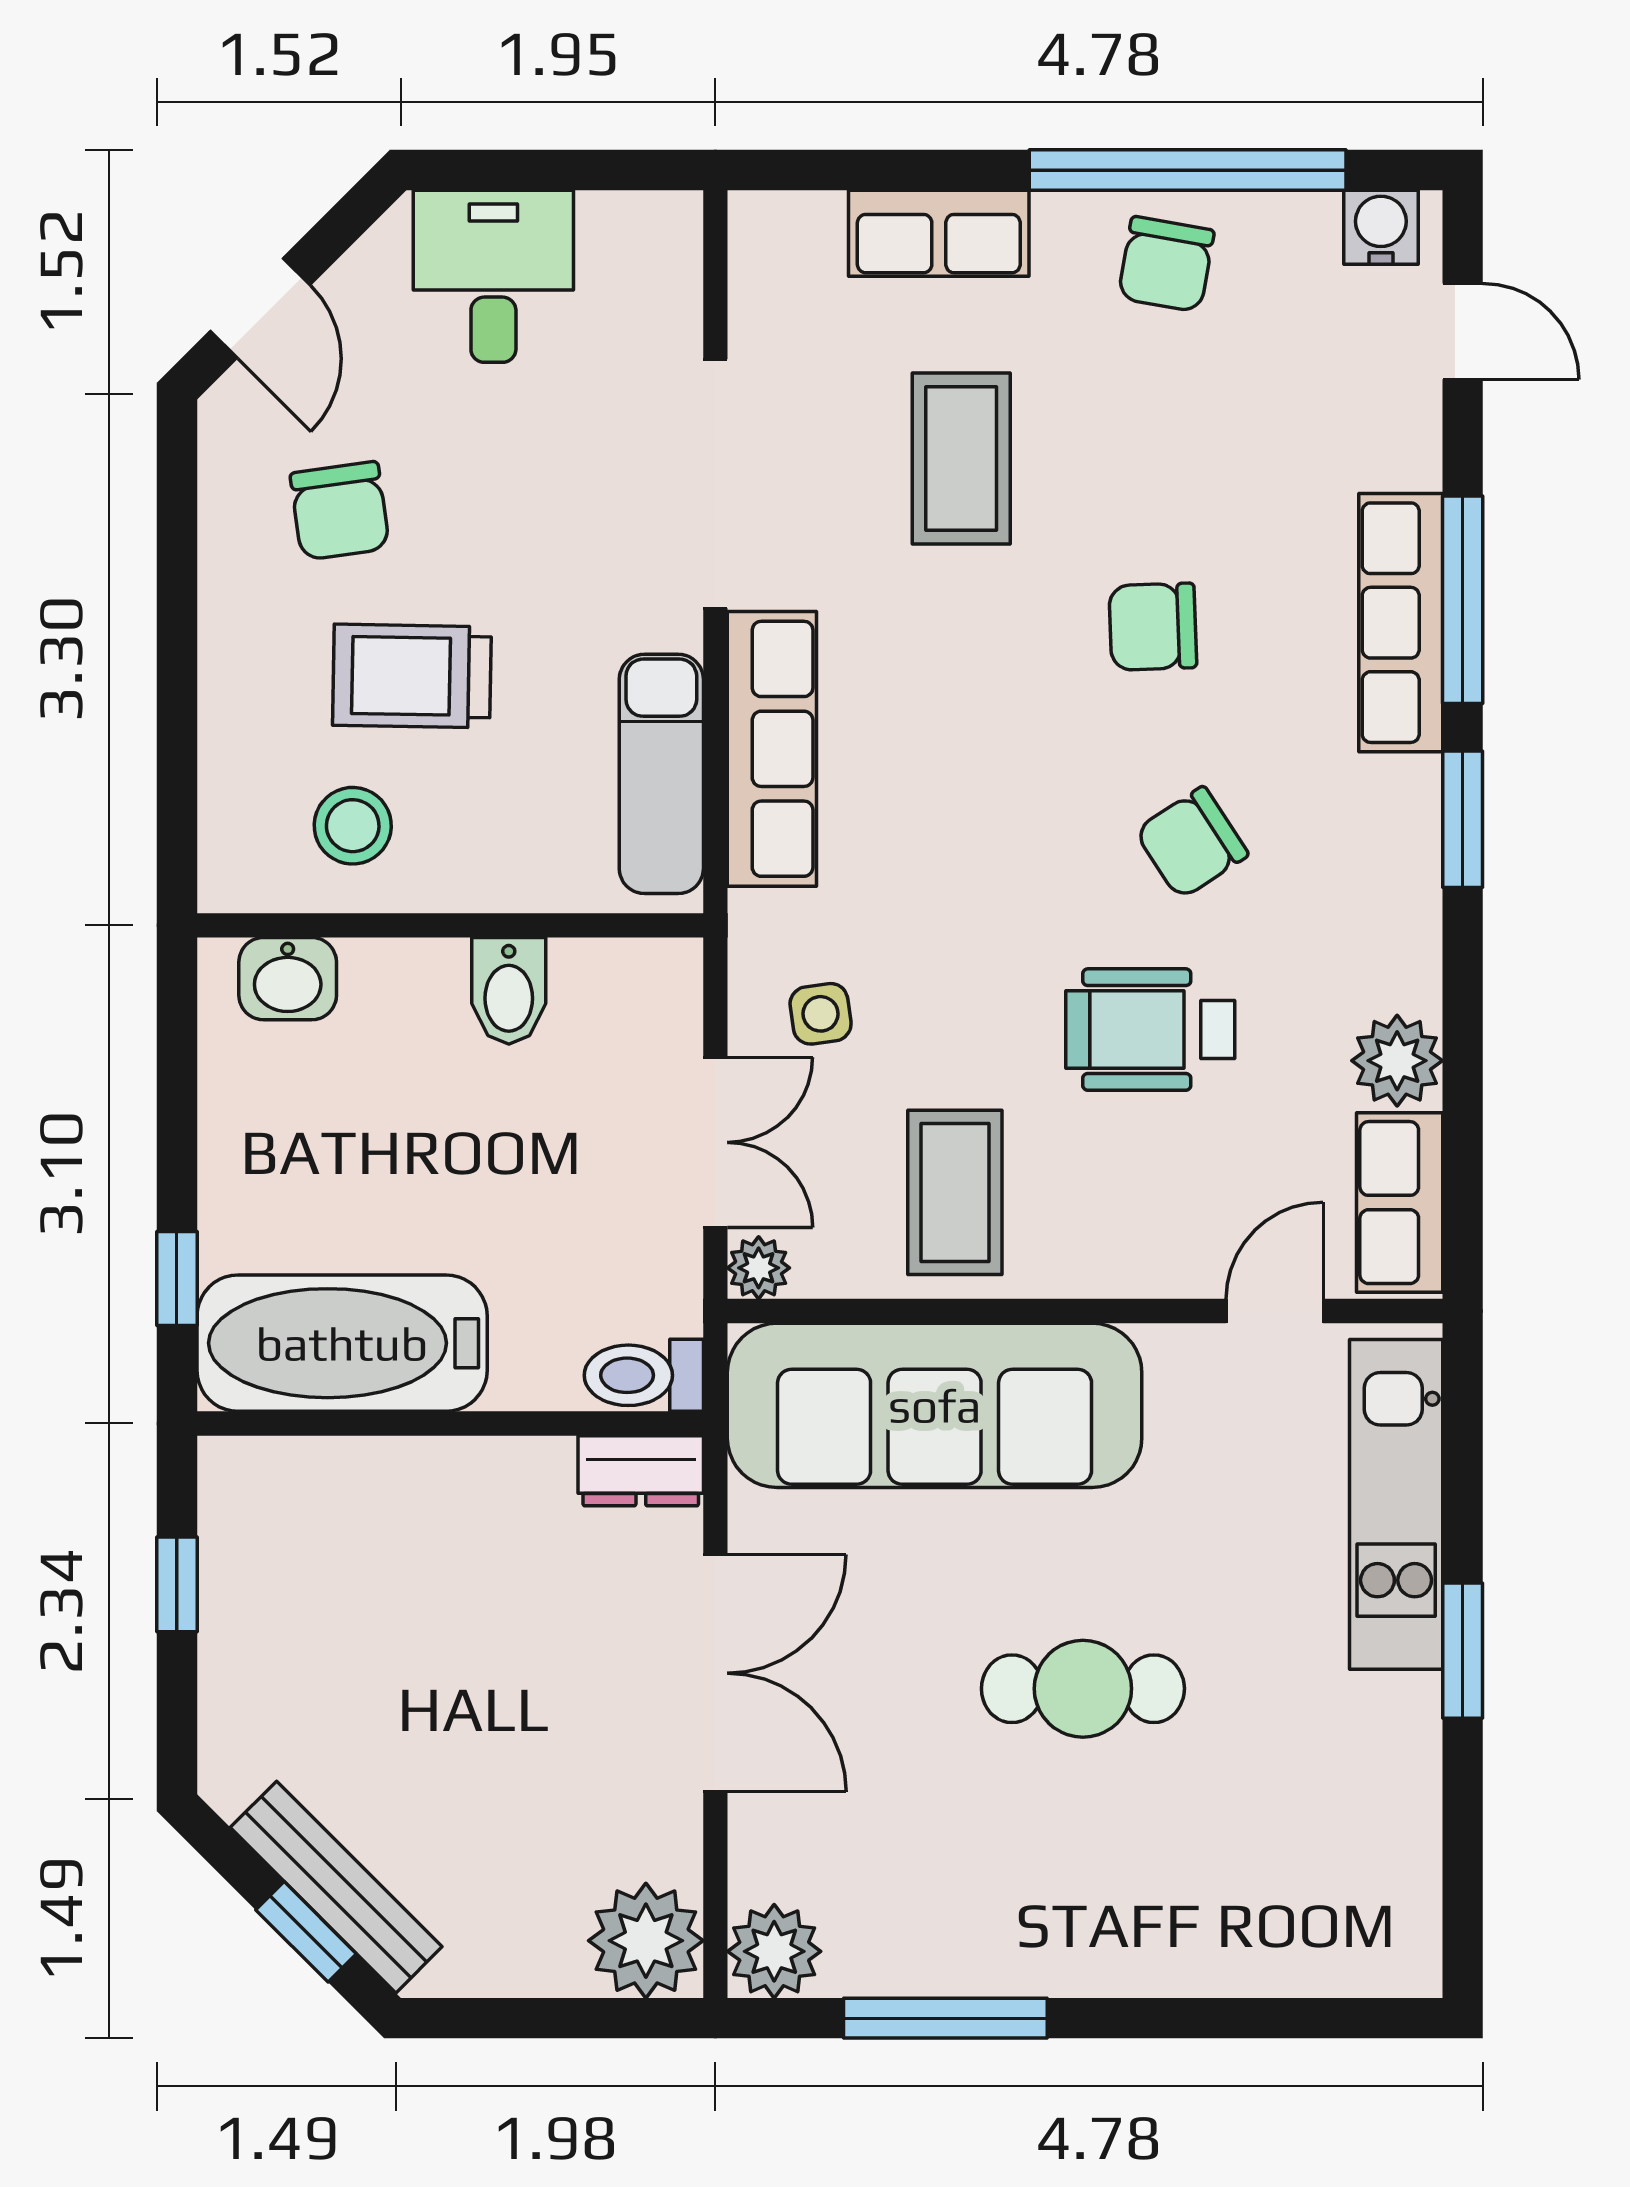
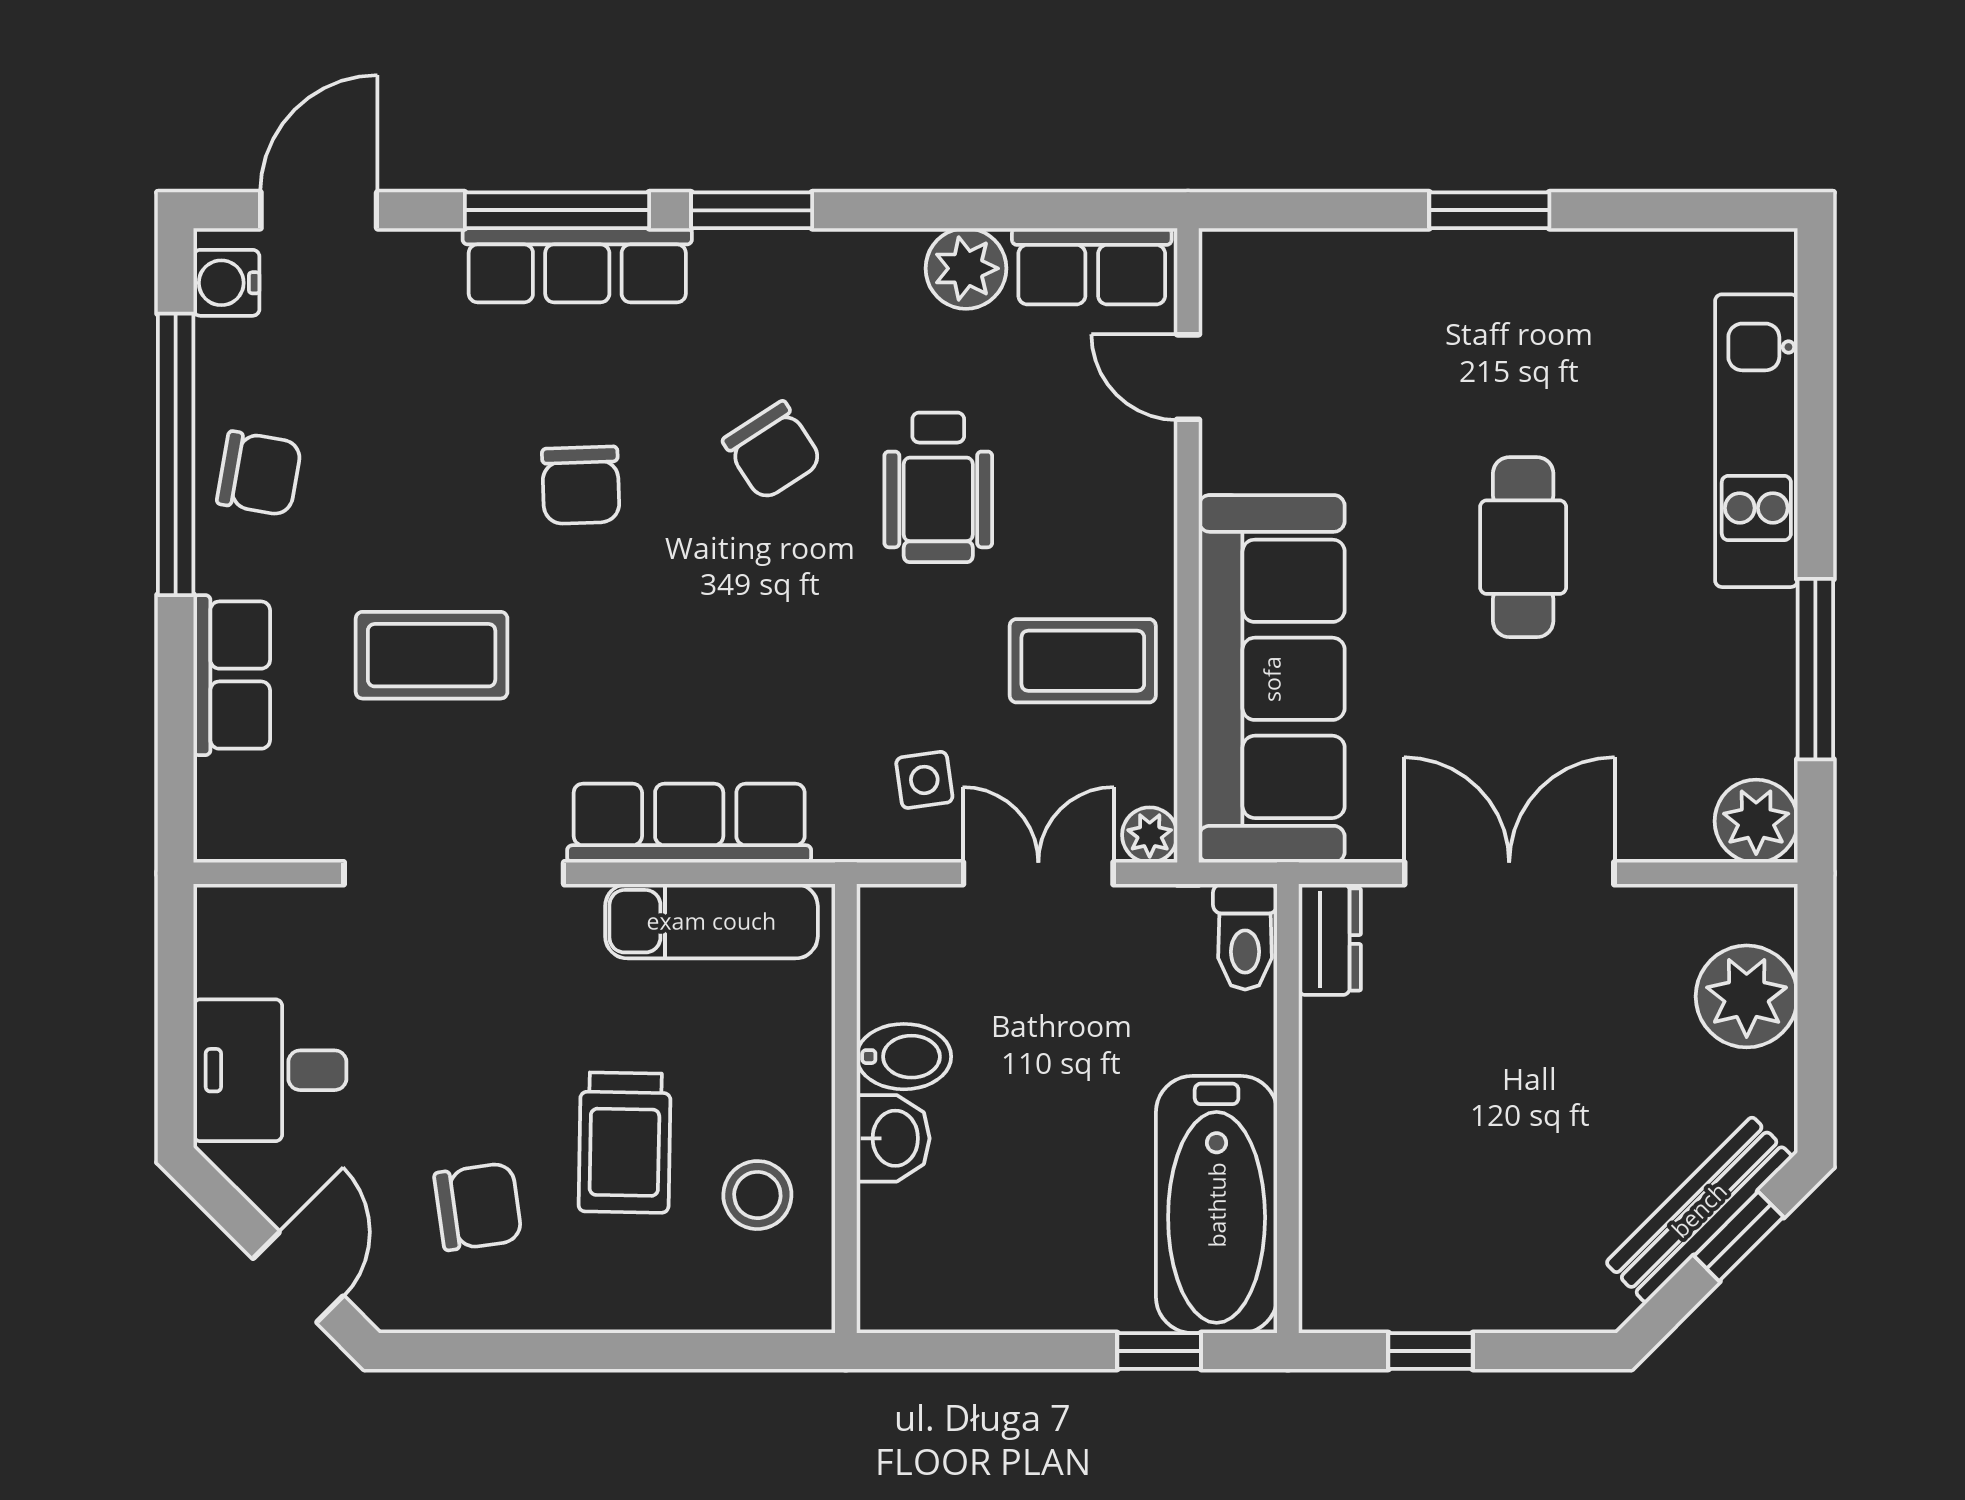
door: (260, 308) -> (298, 1277), hinge flipped
door: (1463, 331) -> (319, 210), width x1.38
washbasin: (288, 979) -> (893, 1138), moved
kitchen unit: (1396, 1504) -> (1756, 441), moved, turned 90
plant: (646, 1941) -> (1747, 996), moved

